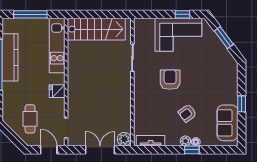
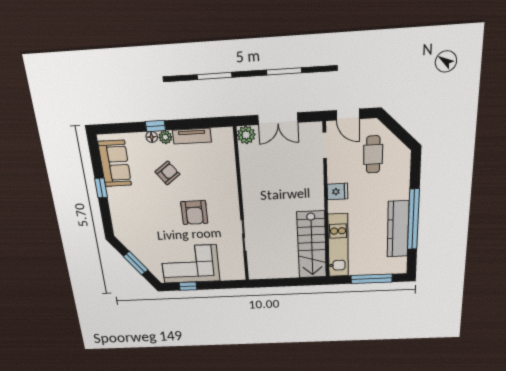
stairs: (96, 29) -> (312, 245), moved, turned -90
tv unit: (151, 141) -> (192, 136), moved

